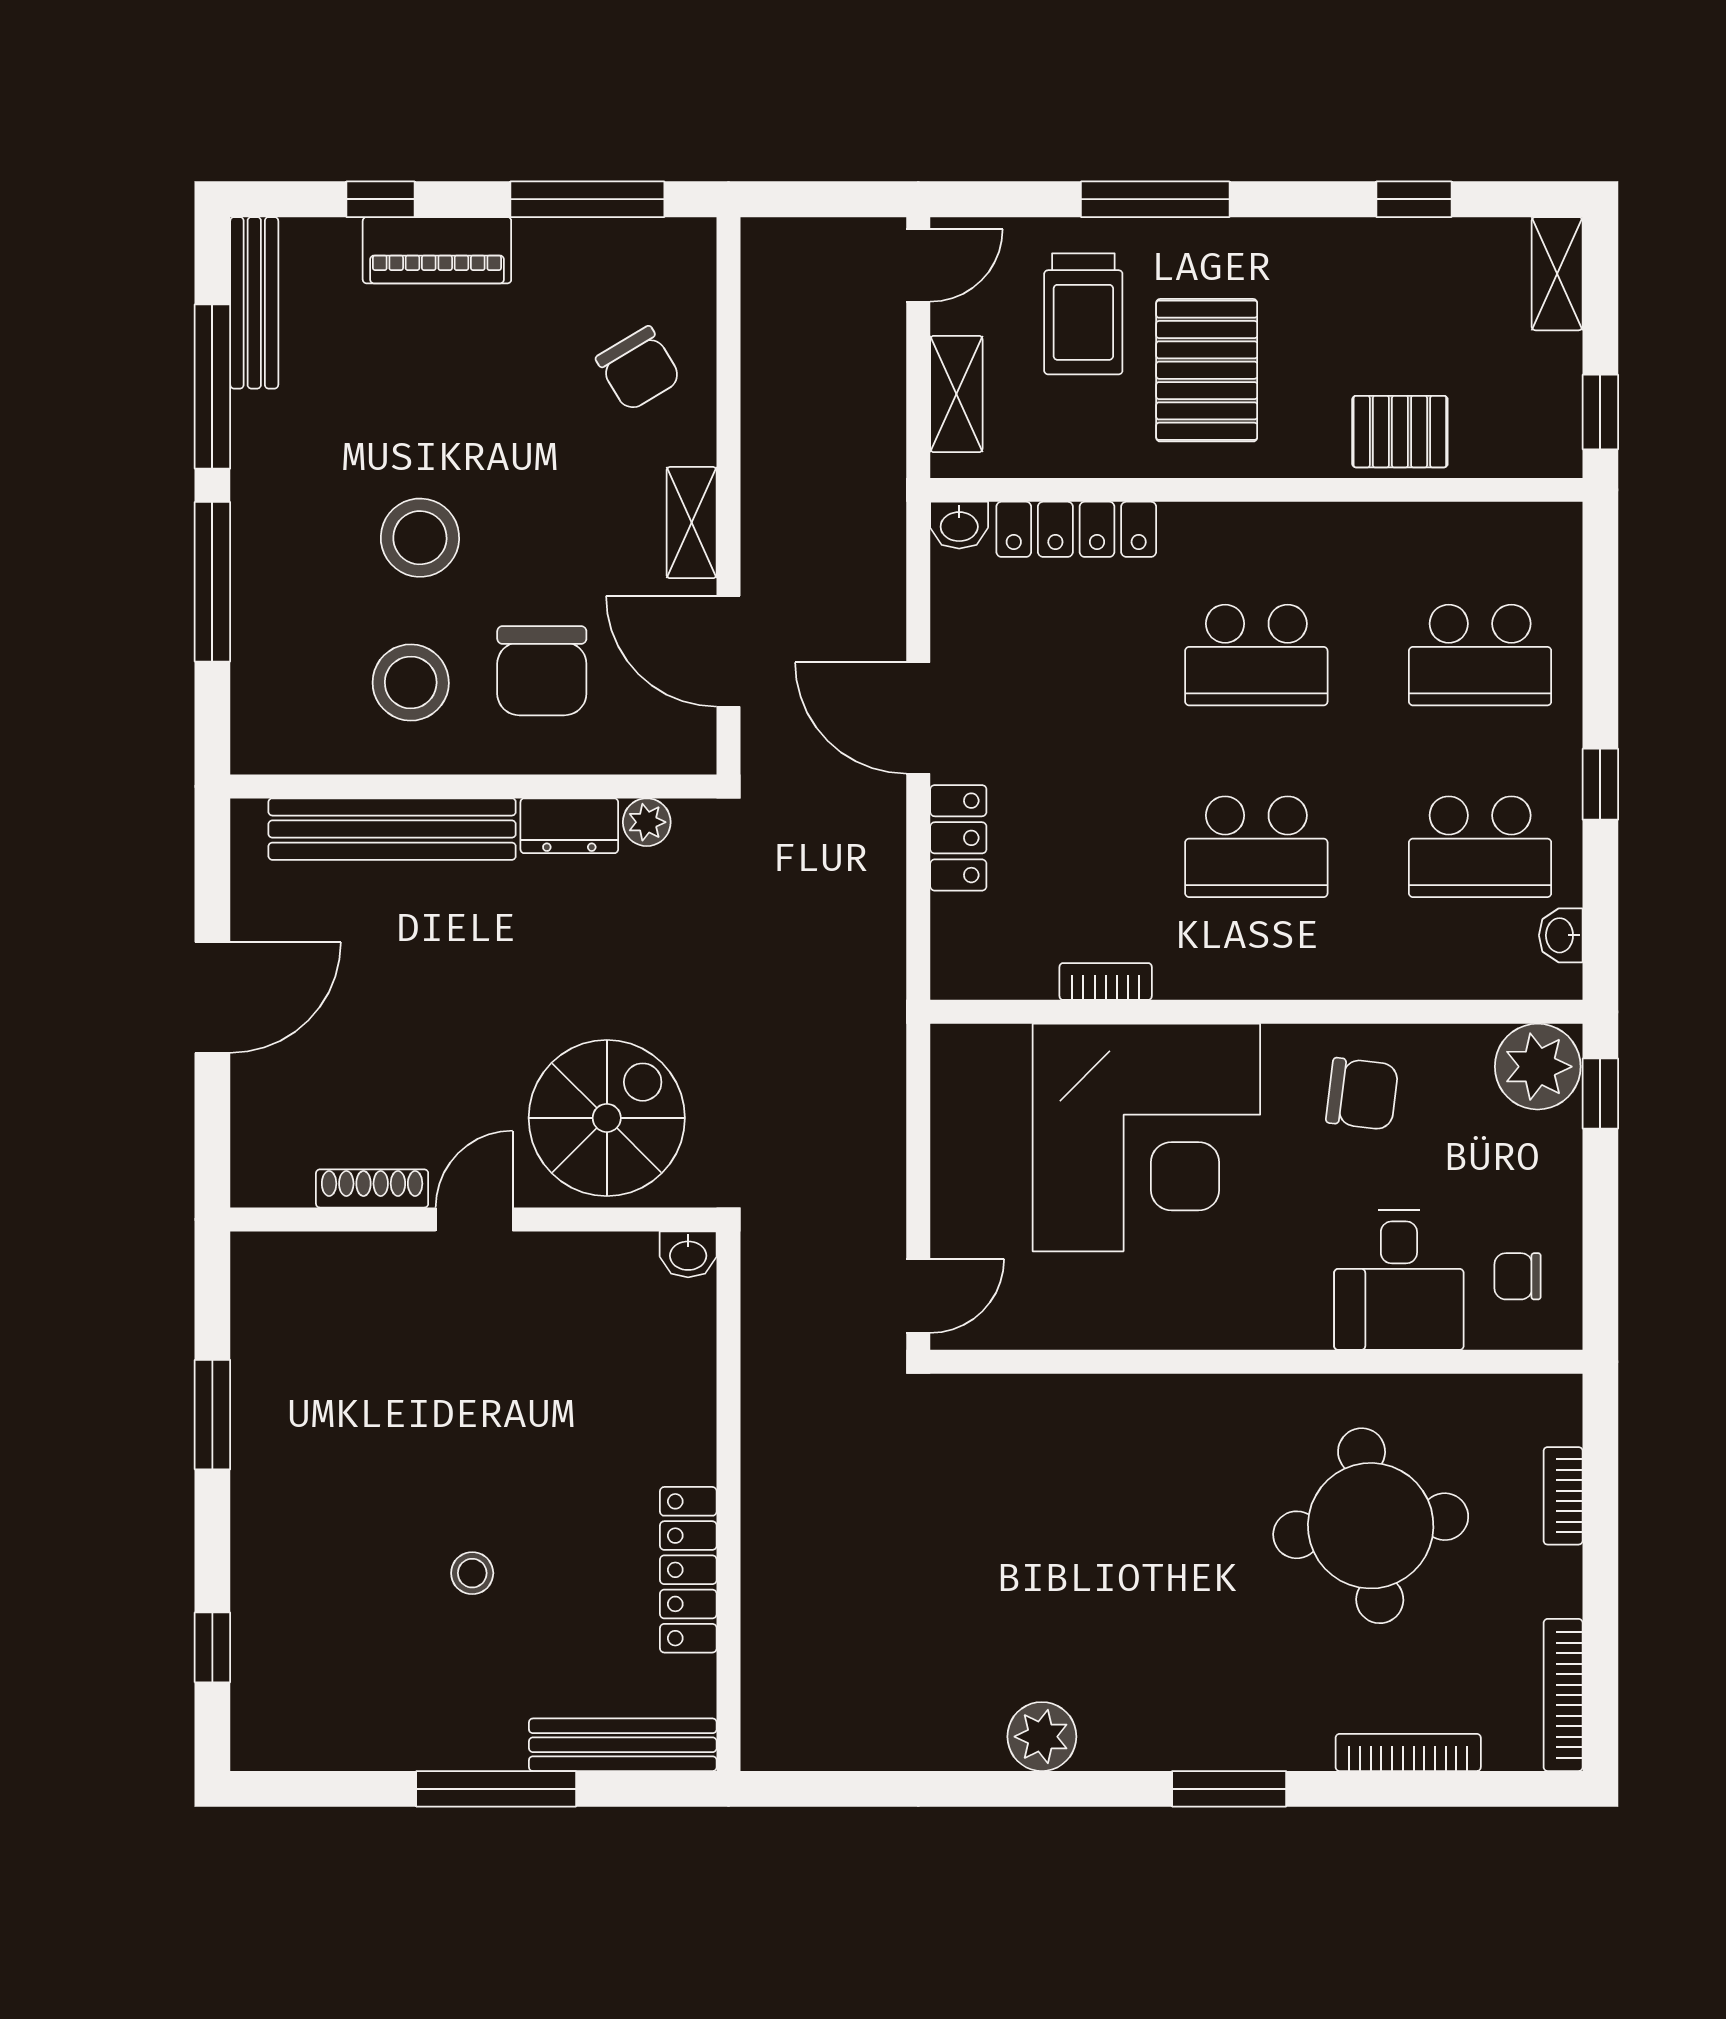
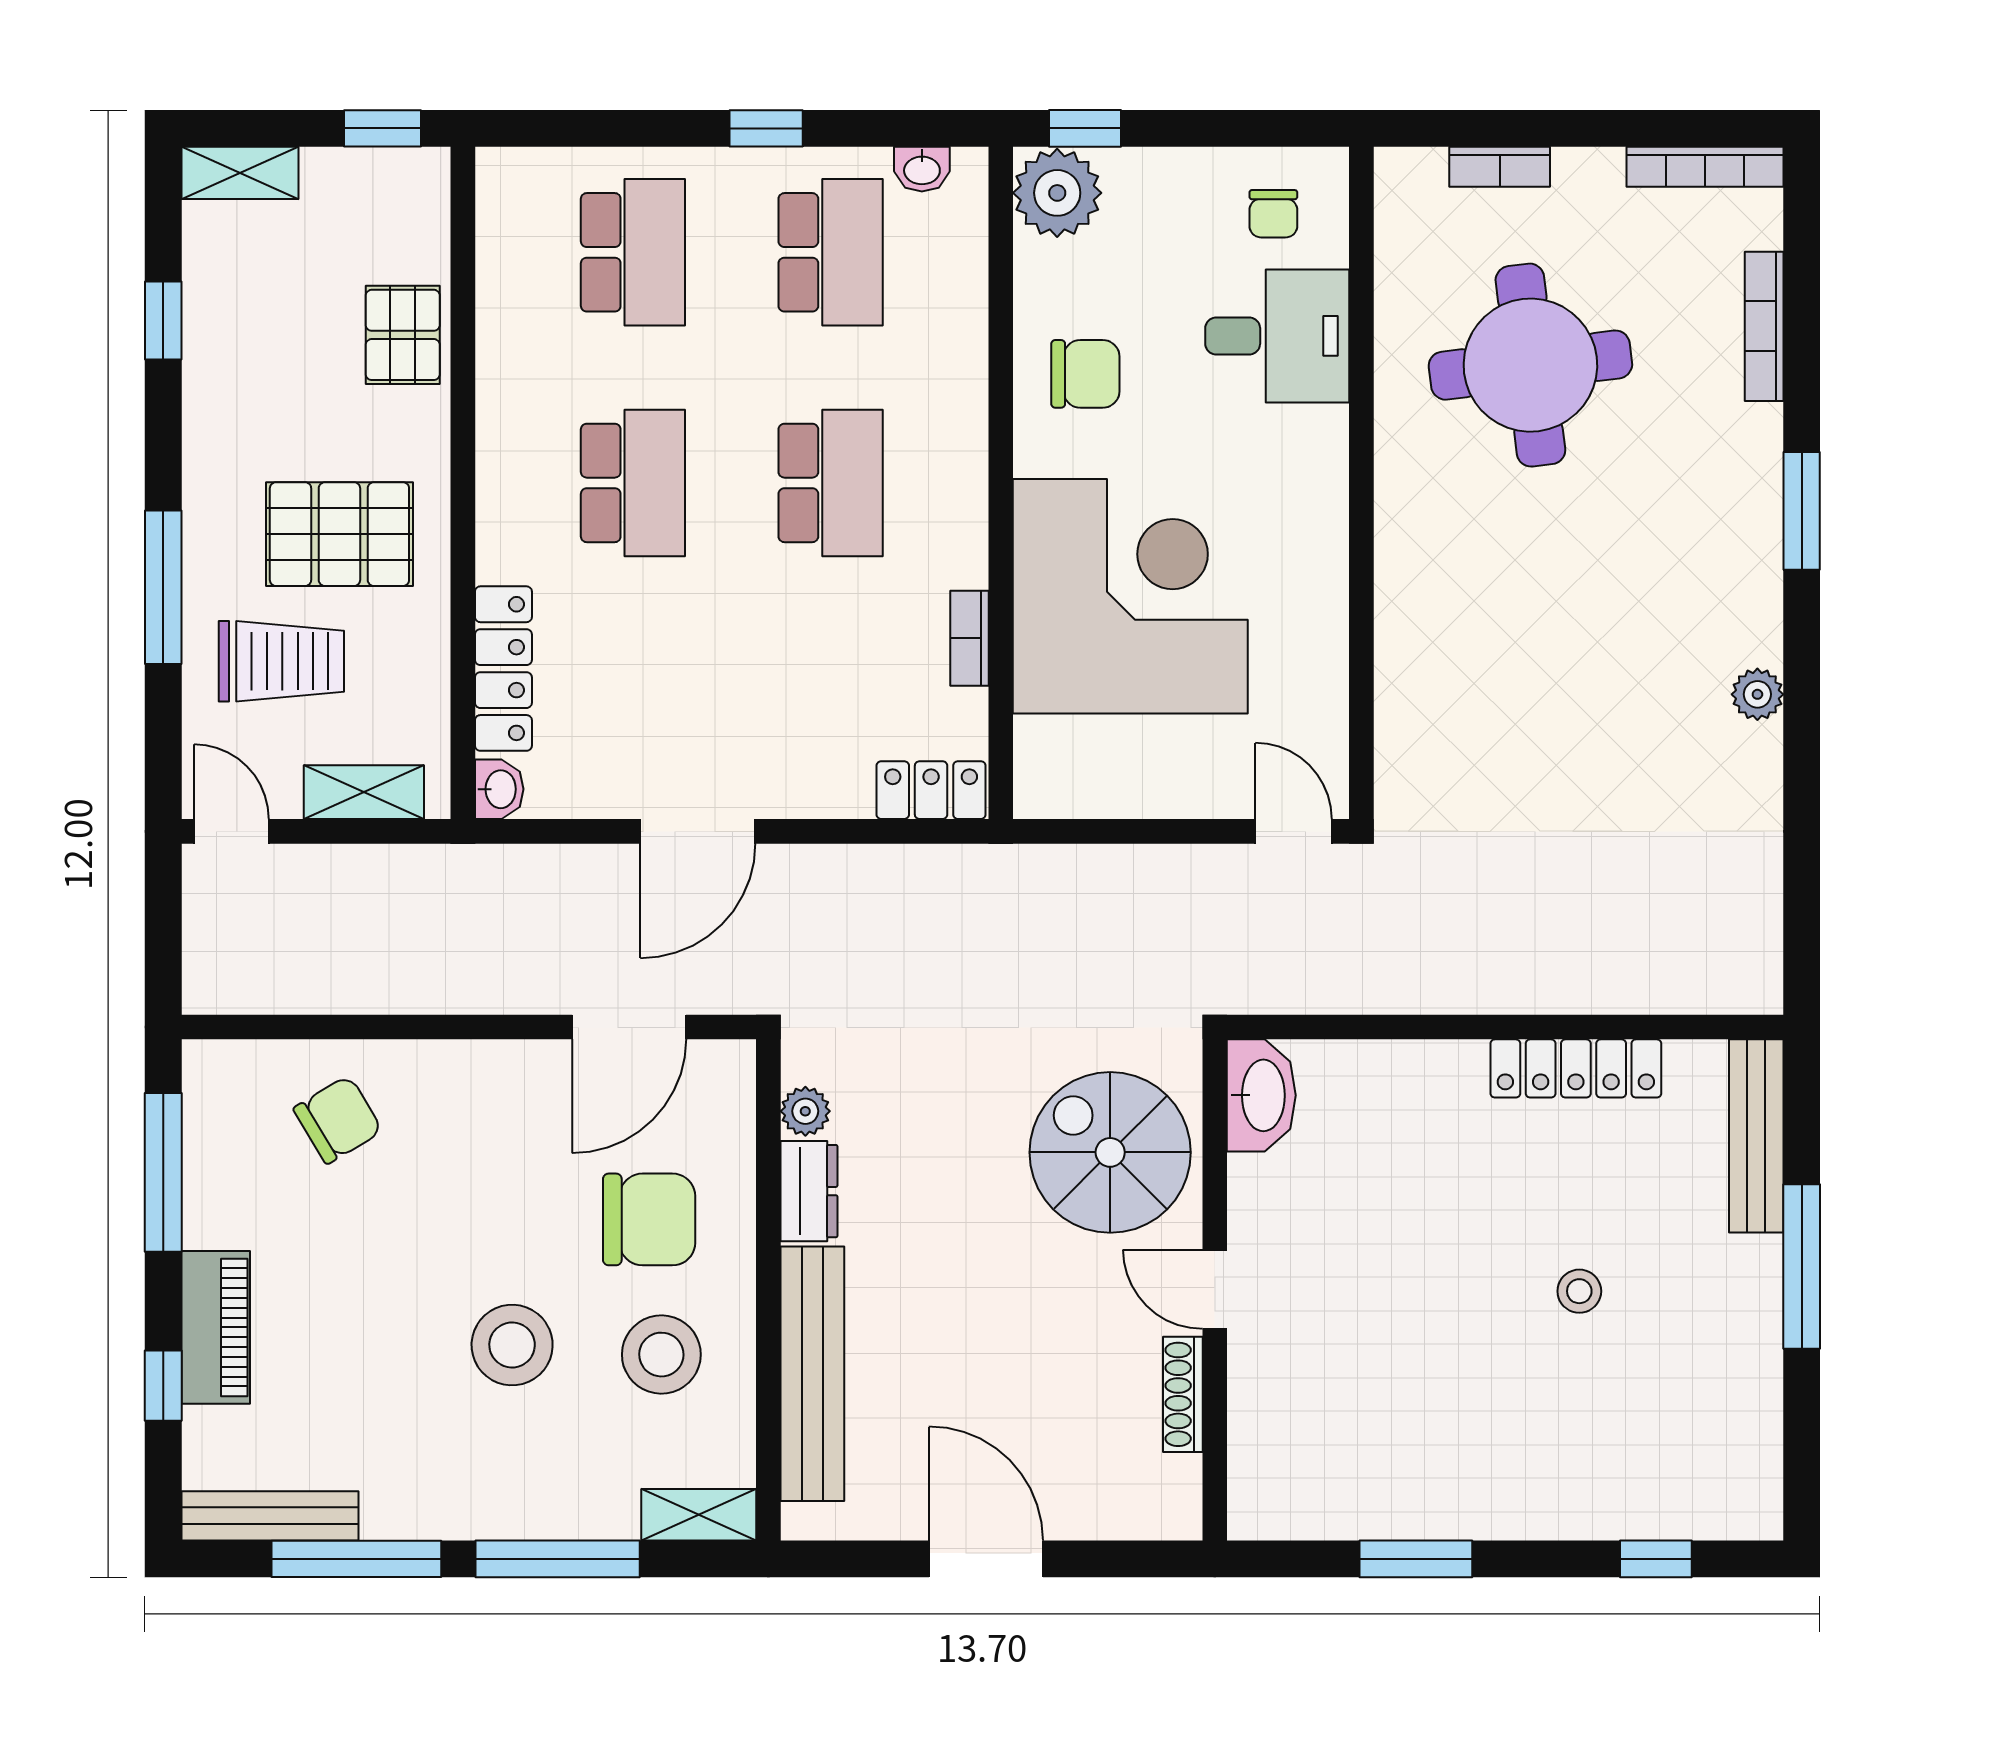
shelving: (692, 523) -> (699, 1515), moved
locker: (958, 838) -> (931, 790), moved
chair: (1362, 1094) -> (1085, 374), turned 83
washbasin: (688, 1254) -> (1261, 1095), width x1.91, depth x1.45
plant: (1042, 1737) -> (1757, 694), width x0.73, depth x0.73

